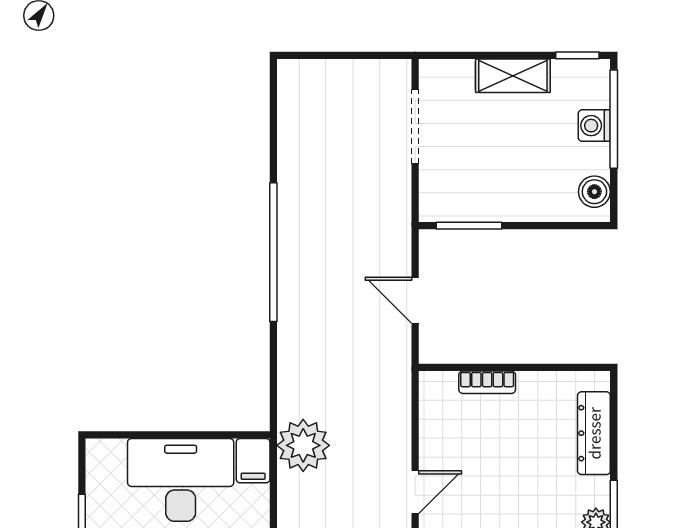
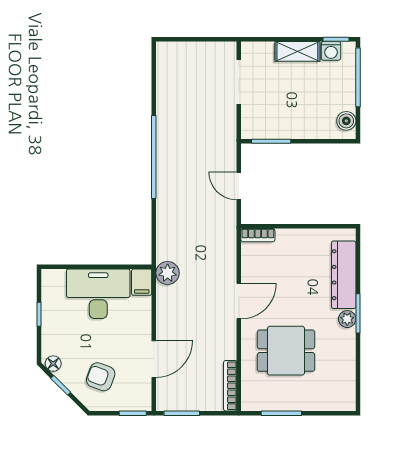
washing machine: (594, 126) -> (331, 51), moved, turned -90
bookcase: (487, 382) -> (258, 235), moved
dresser: (594, 433) -> (344, 275), width x1.37, depth x1.24
plant: (303, 445) -> (168, 273), width x0.73, depth x0.73
door: (415, 492) -> (239, 301), width x1.38

